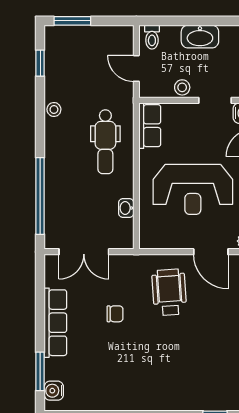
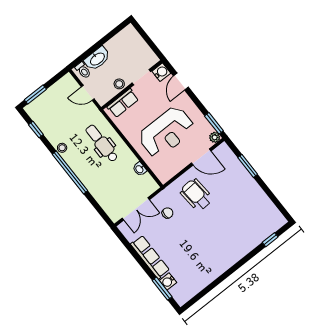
washbasin: (200, 37) -> (97, 59), moved
row of seats: (150, 126) -> (123, 103), moved, turned 90
dental chair: (105, 142) -> (102, 143), turned 180
window: (40, 196) -> (70, 172), moved
chair: (115, 314) -> (167, 213), moved
water cooler: (54, 391) -> (168, 281), moved

